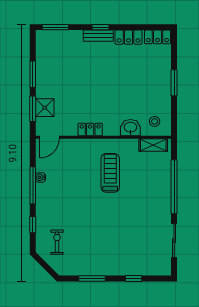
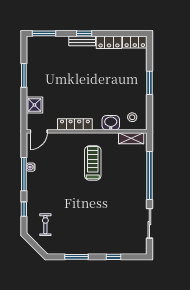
window: (33, 109) -> (24, 106), removed
locker: (90, 129) -> (75, 124), width x1.53

